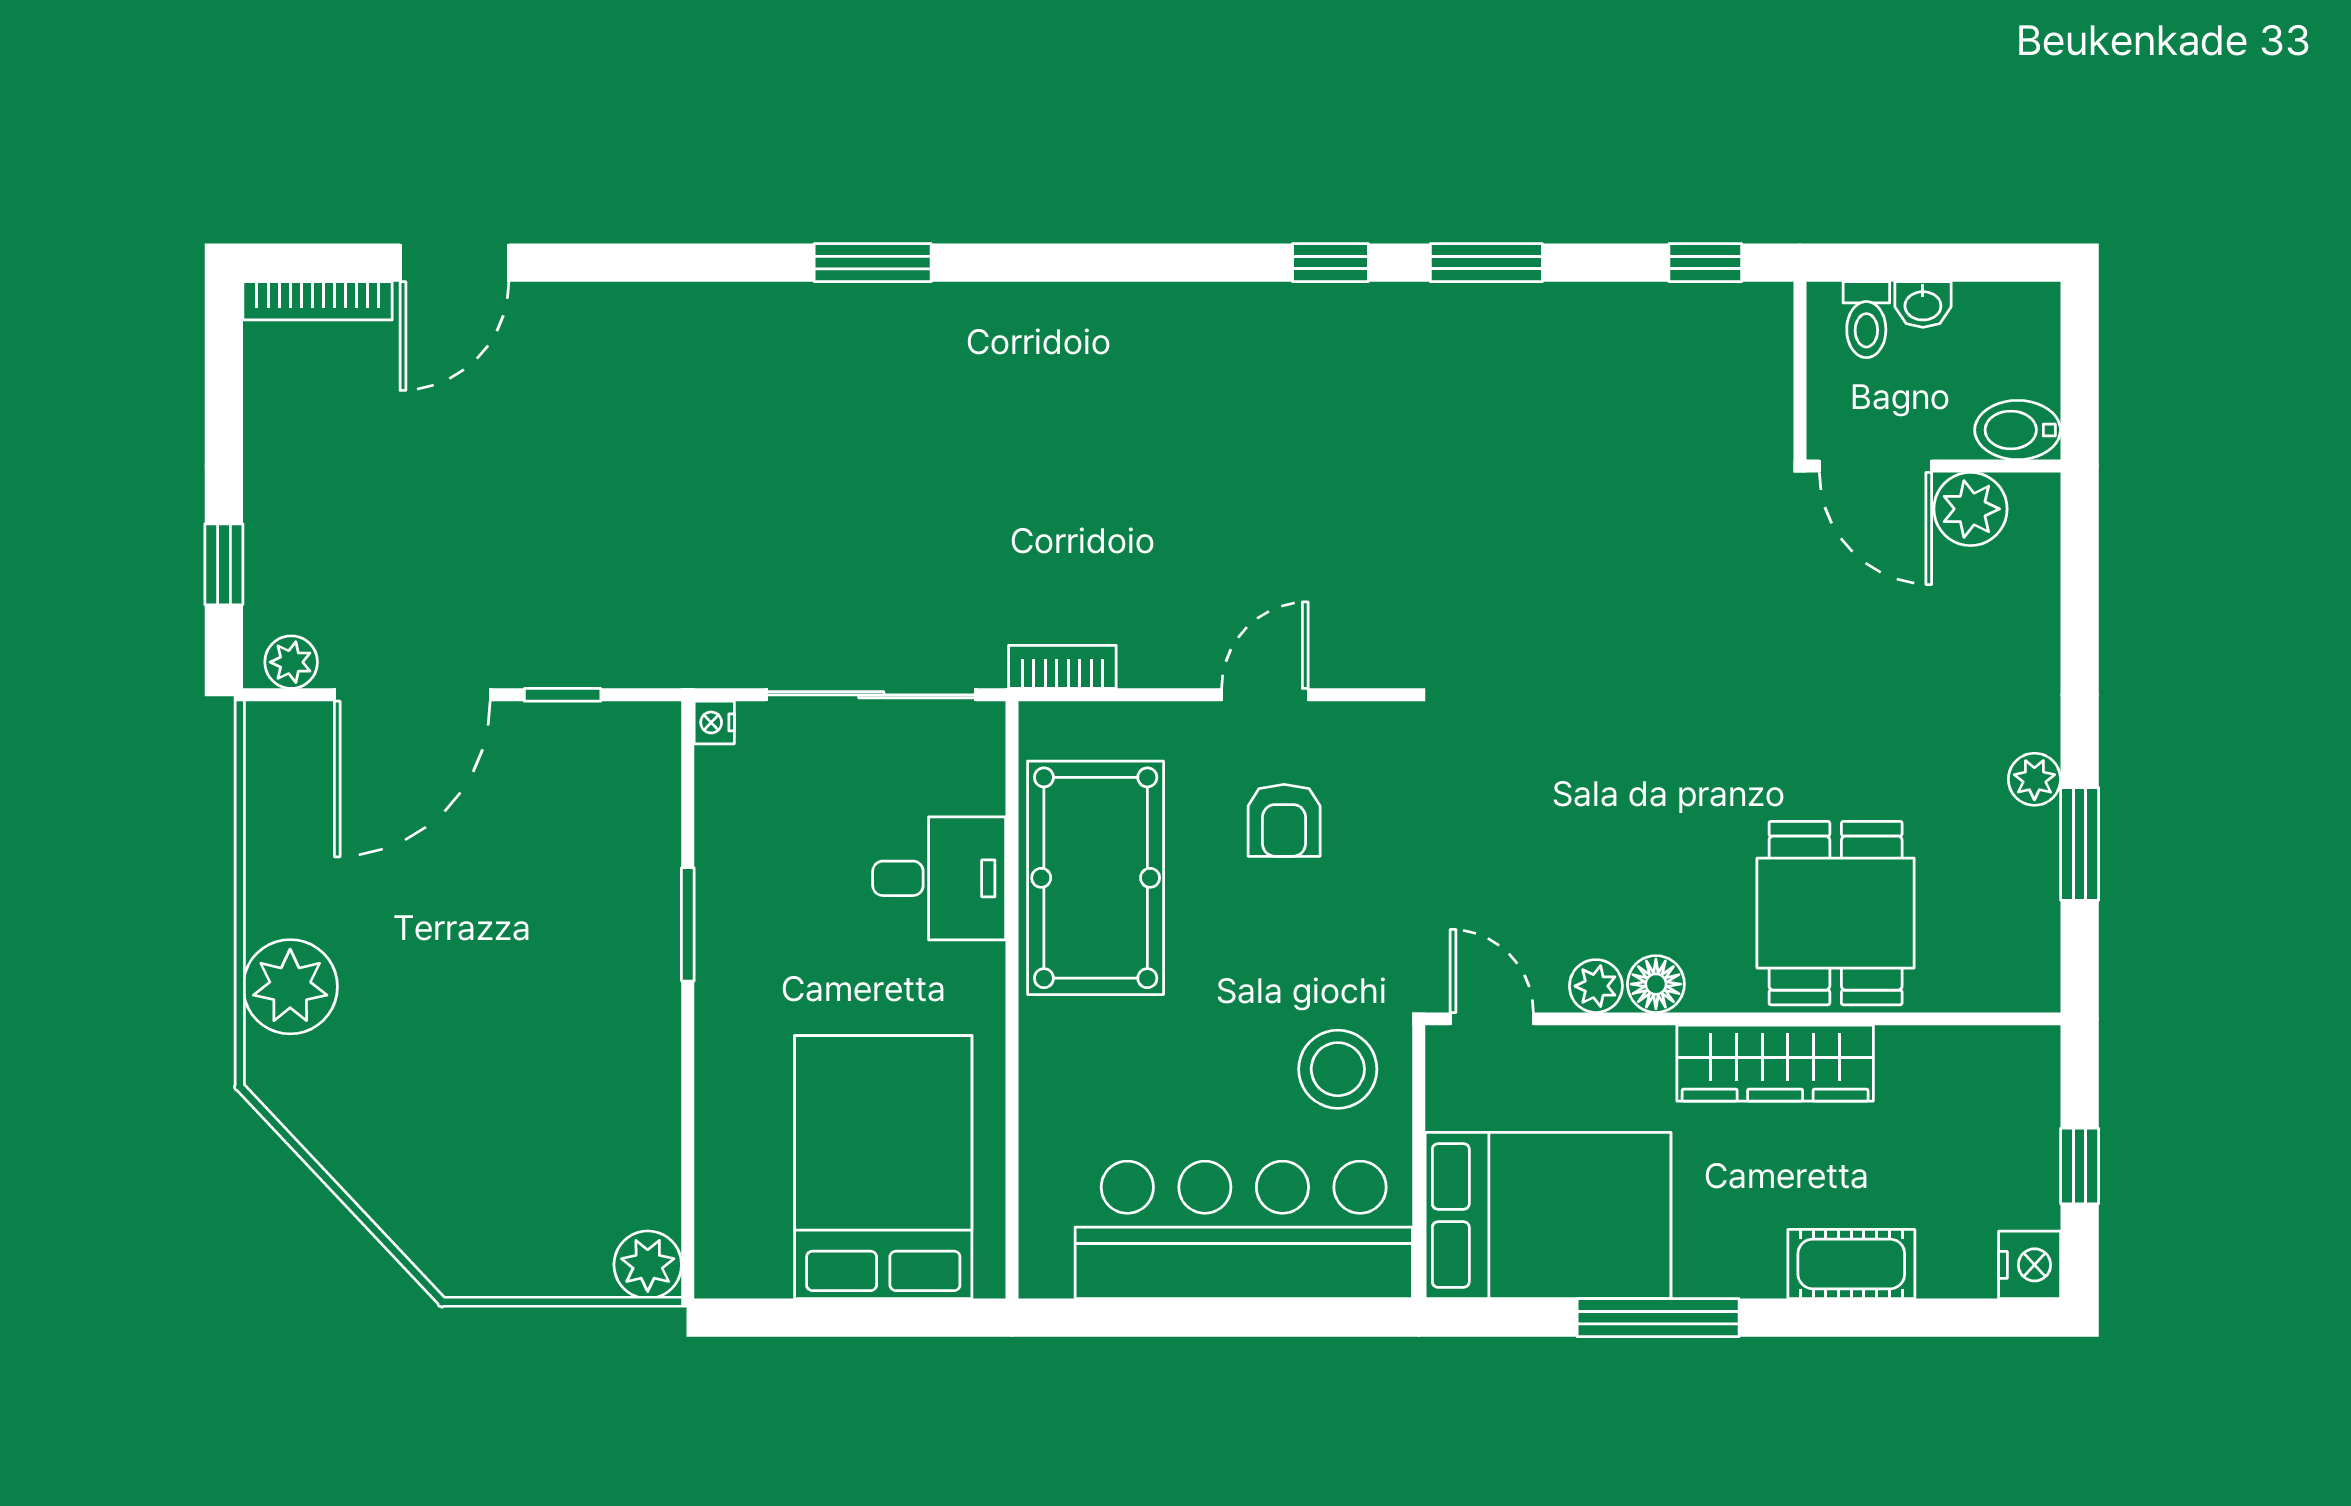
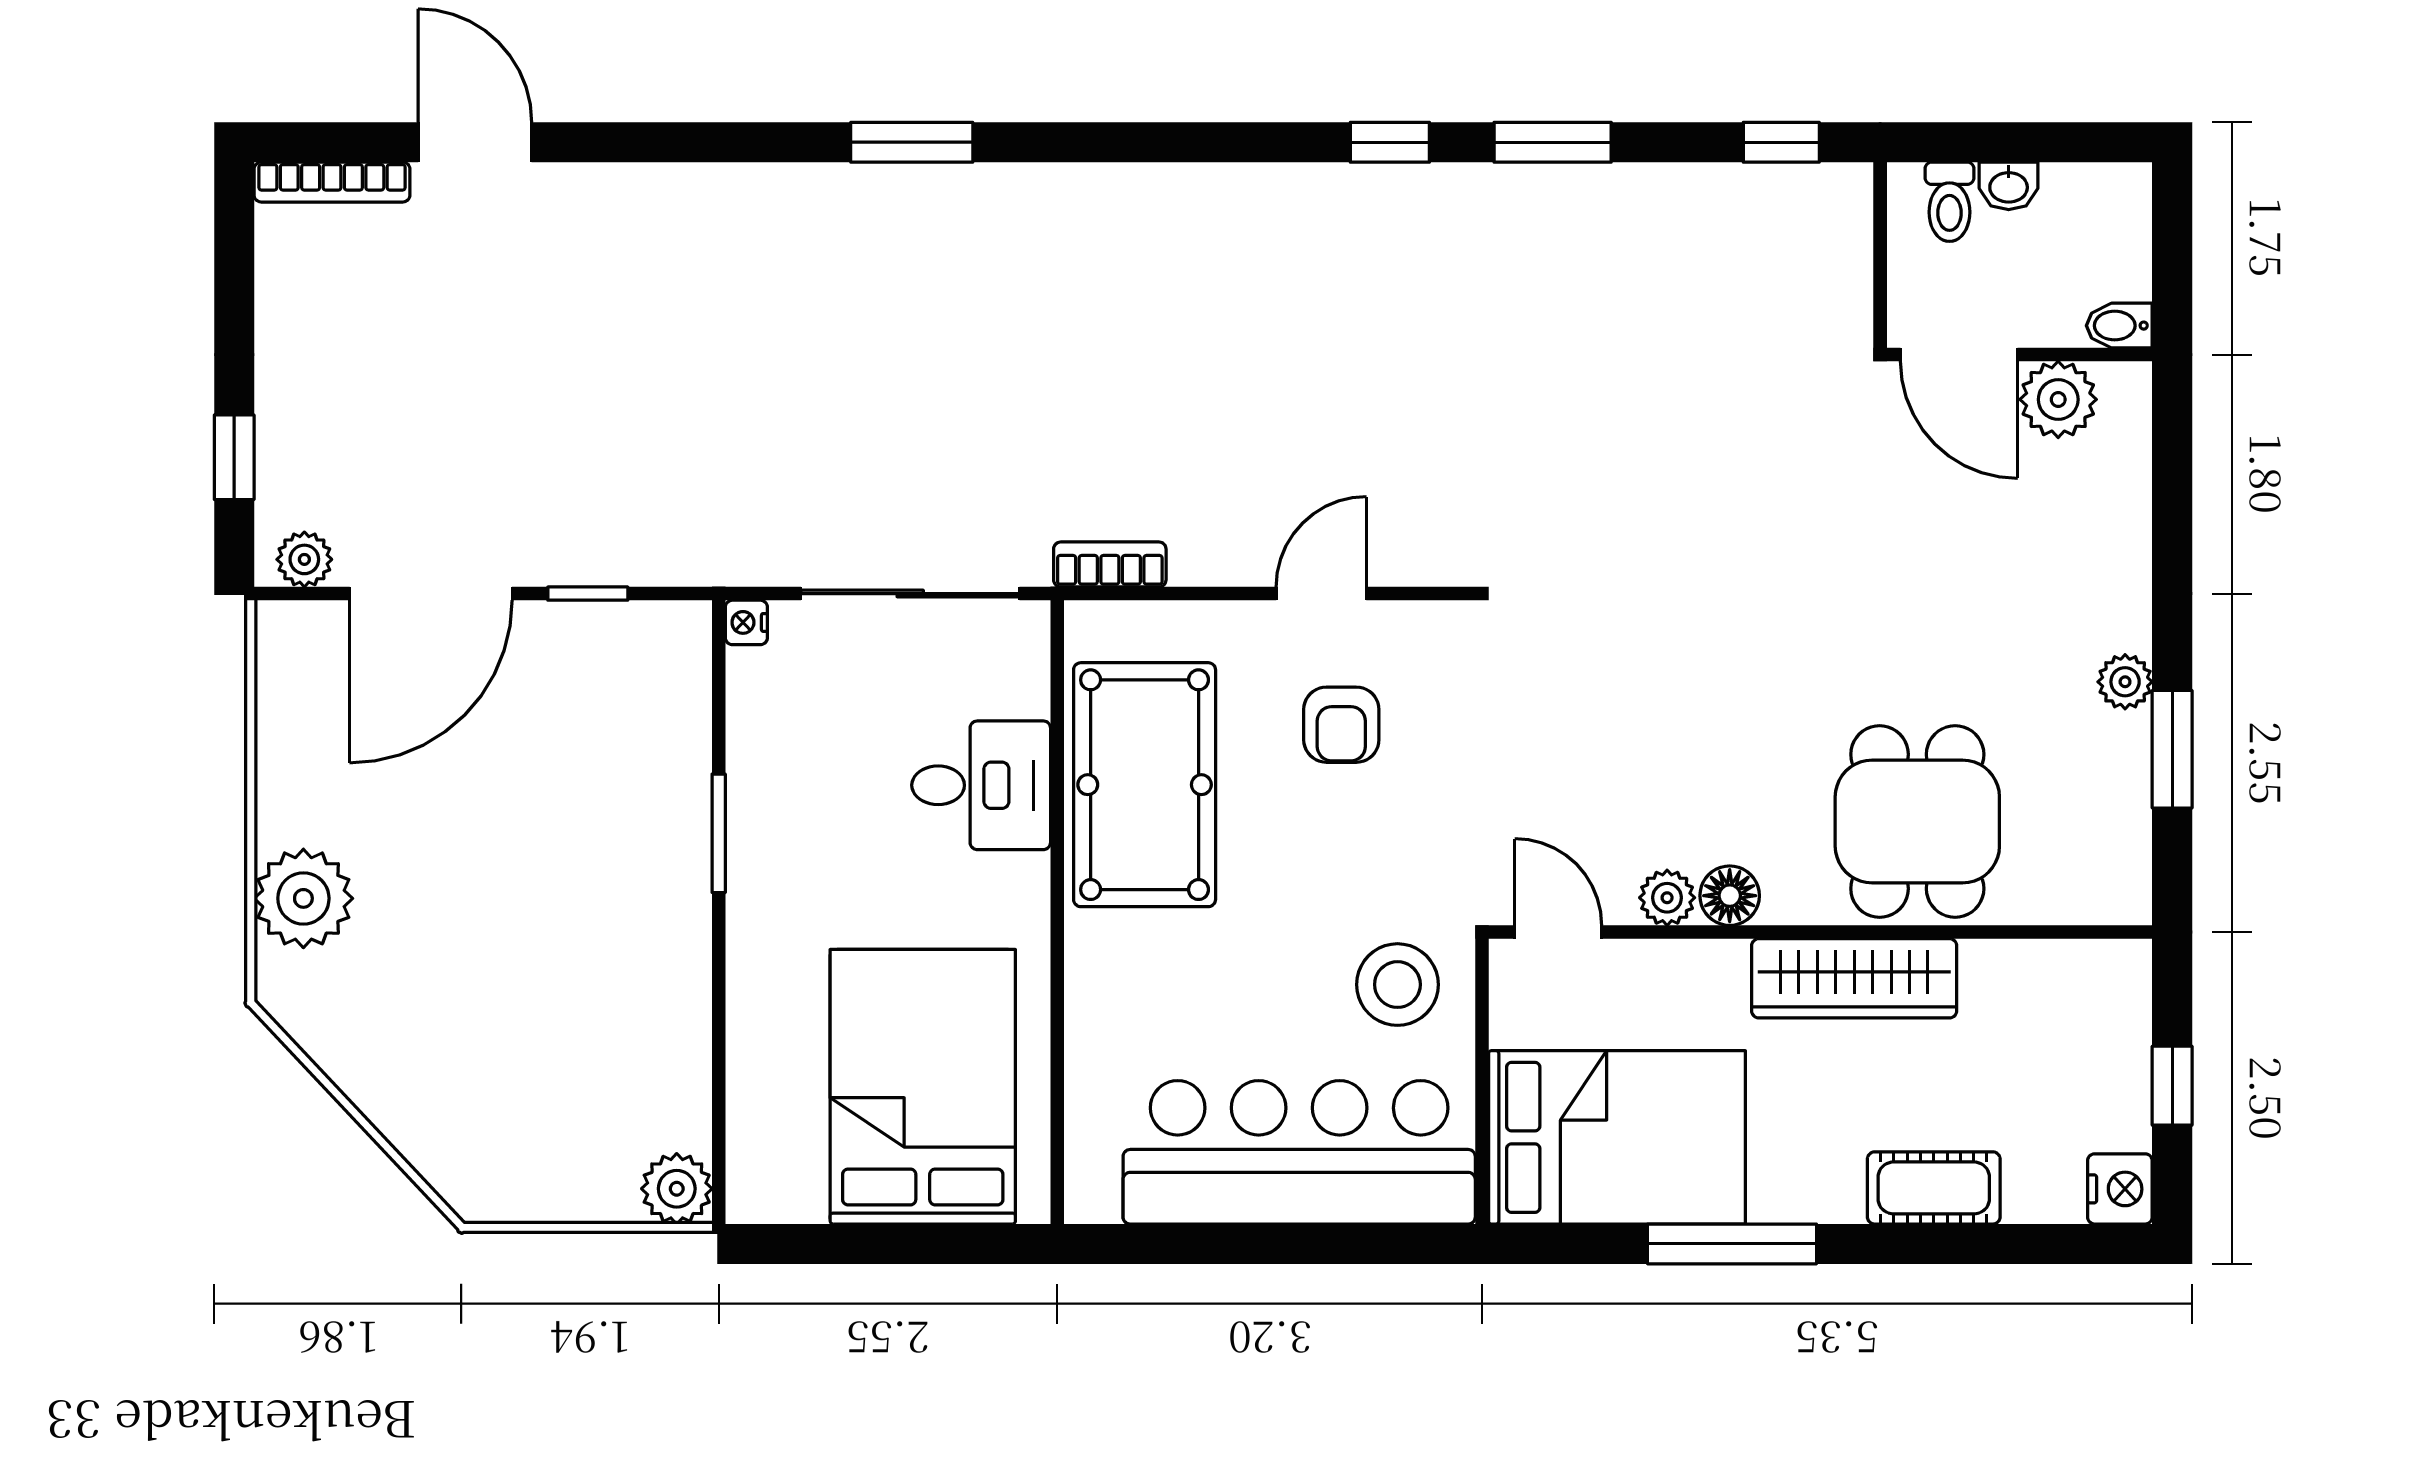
door: (454, 263) -> (475, 142), swing flipped
bidet: (2018, 430) -> (2119, 326), width x0.72, depth x0.74

